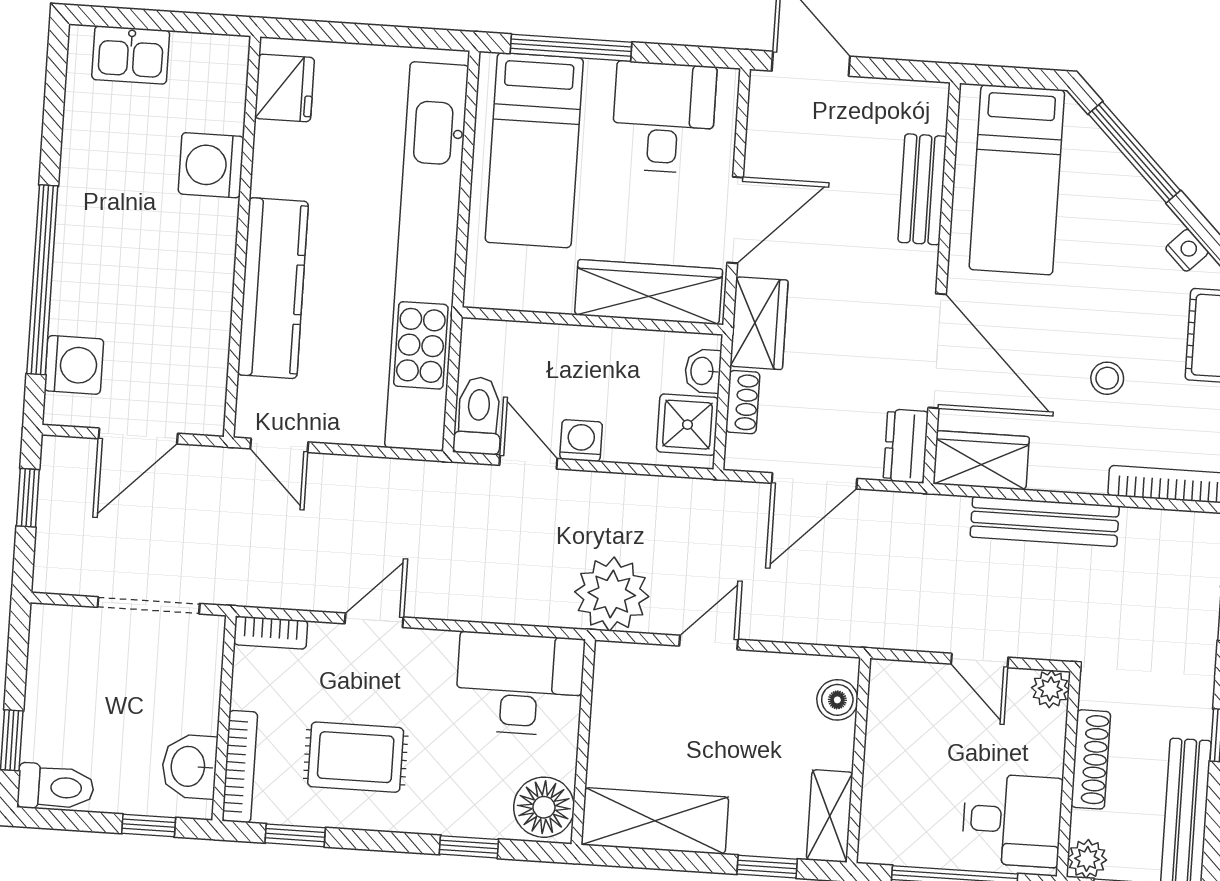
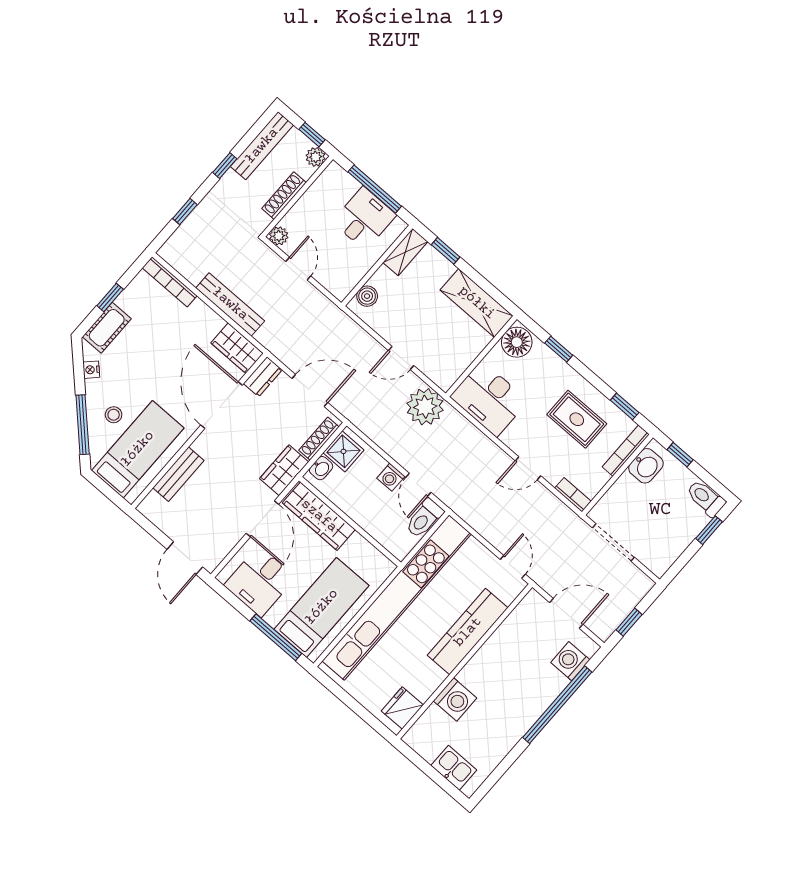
door: (735, 220) -> (262, 519), swing flipped
stool: (1107, 378) -> (114, 415), moved
shoe rack: (743, 402) -> (319, 439), width x1.43
desk: (1012, 820) -> (364, 218), moved, turned 90

